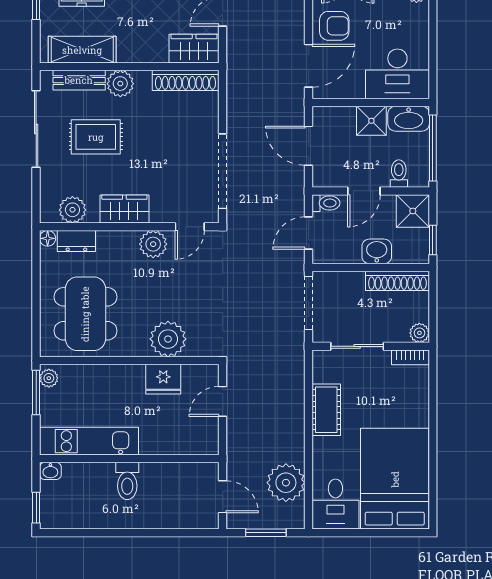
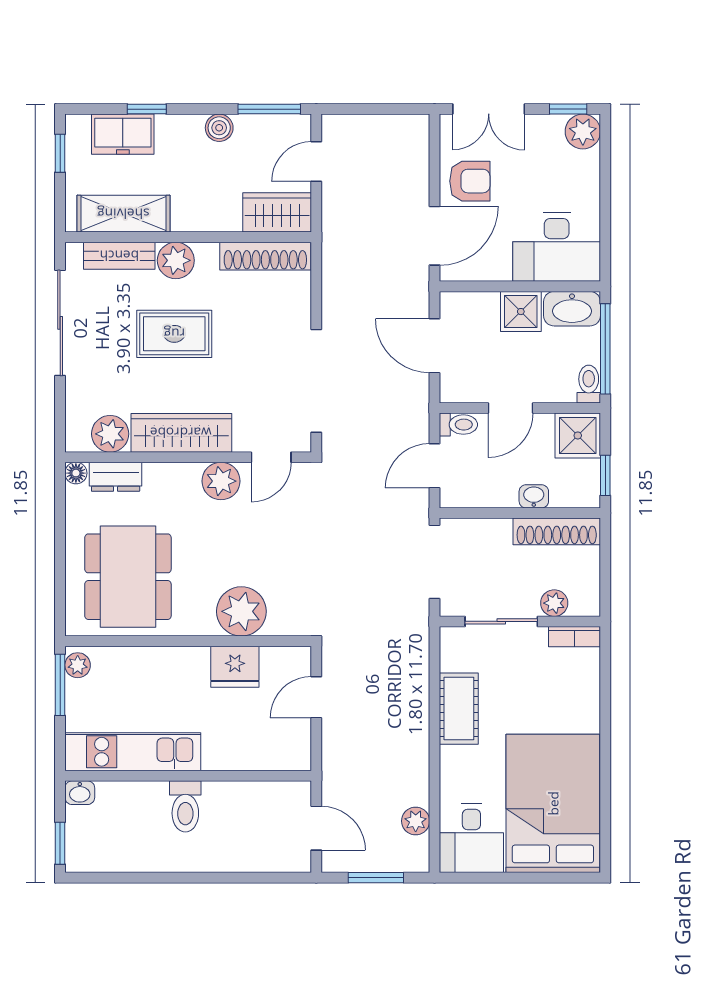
rug: (96, 137) -> (174, 334), moved
toilet: (399, 174) -> (589, 384), moved
wardrobe: (124, 209) -> (181, 433), width x1.50
washbasin: (377, 251) -> (534, 496), width x0.72, depth x0.69
plant: (419, 333) -> (554, 603), moved
plant: (286, 483) -> (416, 821), width x0.53, depth x0.53

